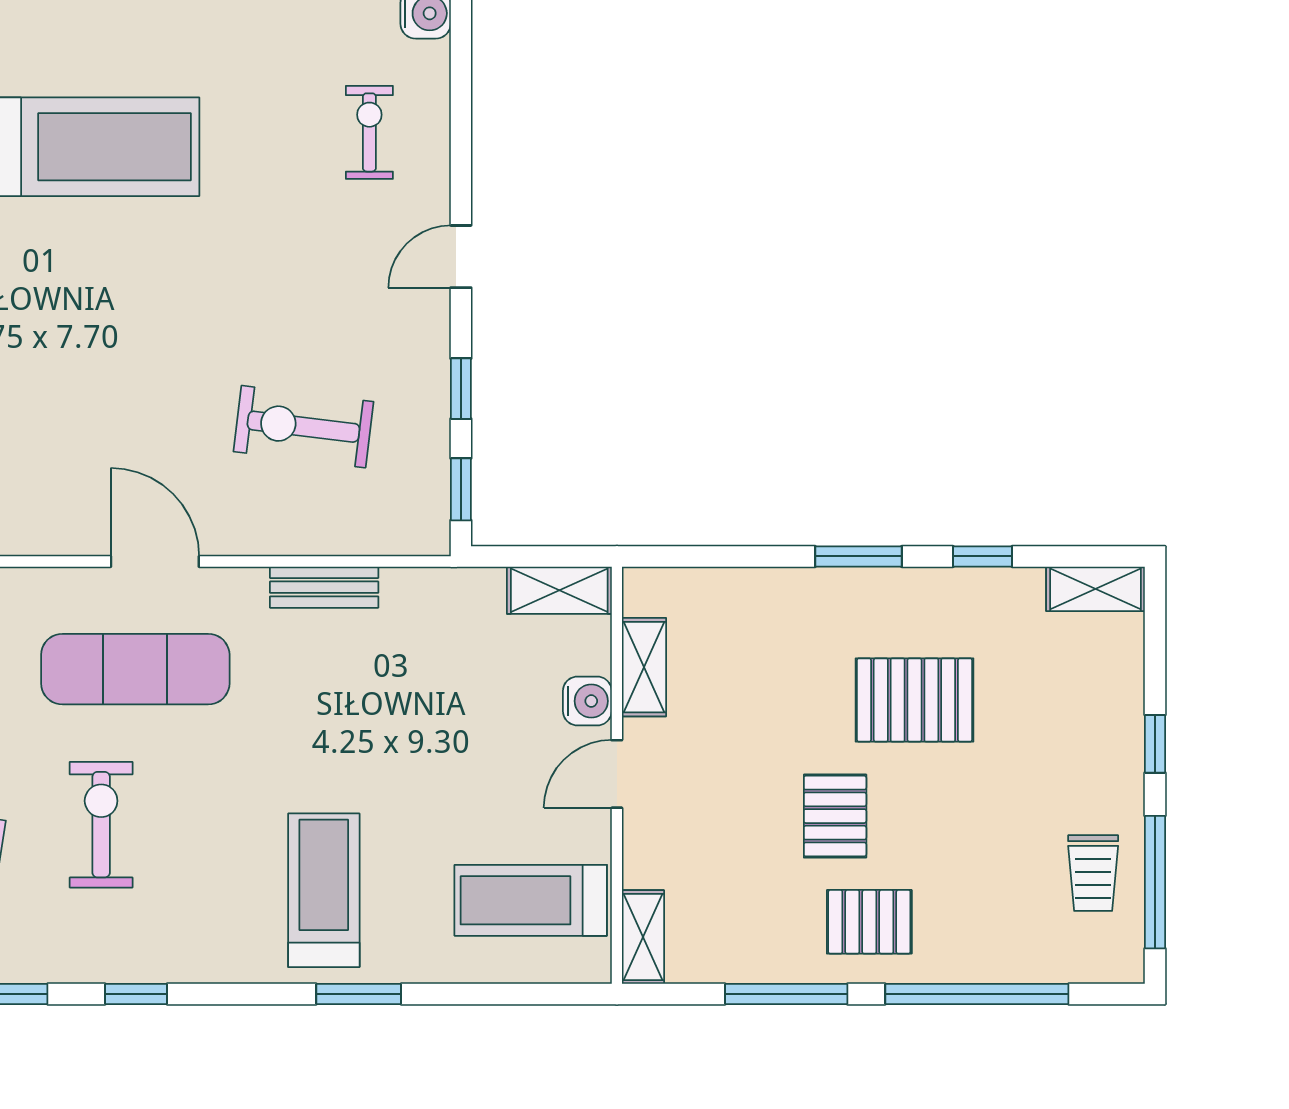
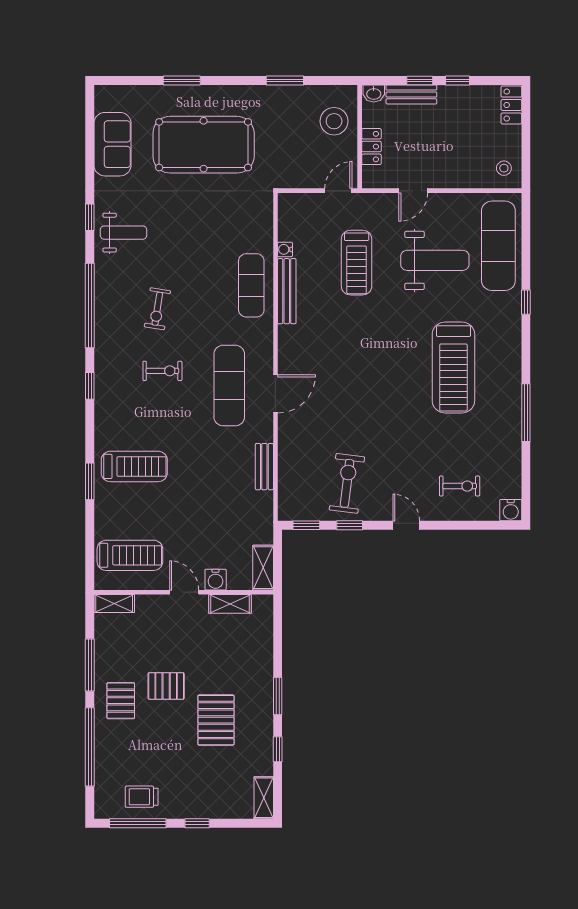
exercise bike: (303, 427) -> (347, 483), moved
exercise bike: (101, 825) -> (162, 371), width x0.73, depth x0.72
treadmill: (531, 900) -> (130, 555), turned 90

